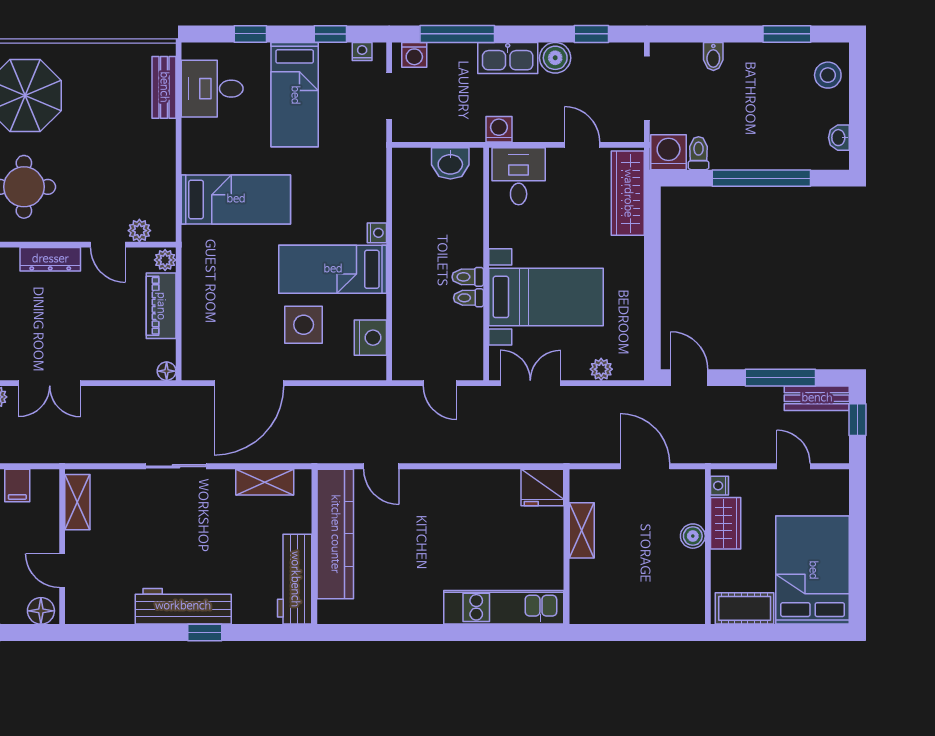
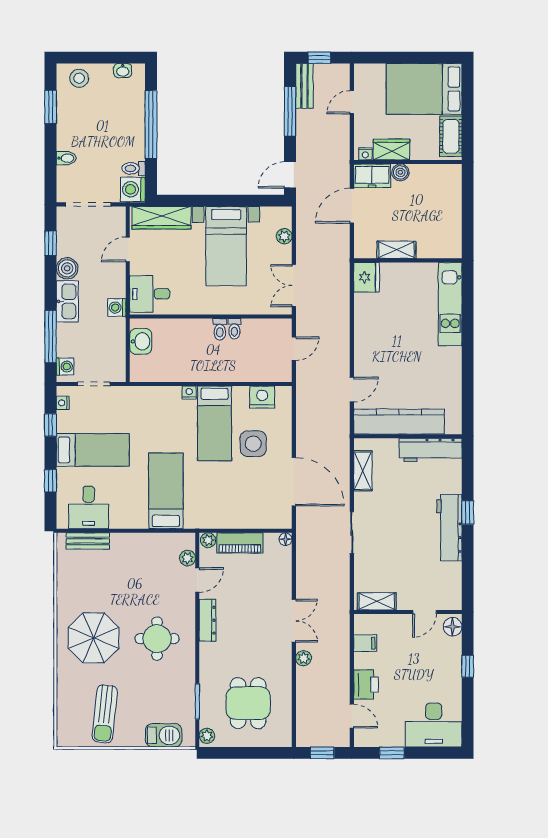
bed with nightstands: (546, 297) -> (226, 246), moved, turned 180
freezer: (688, 495) -> (372, 176), added

